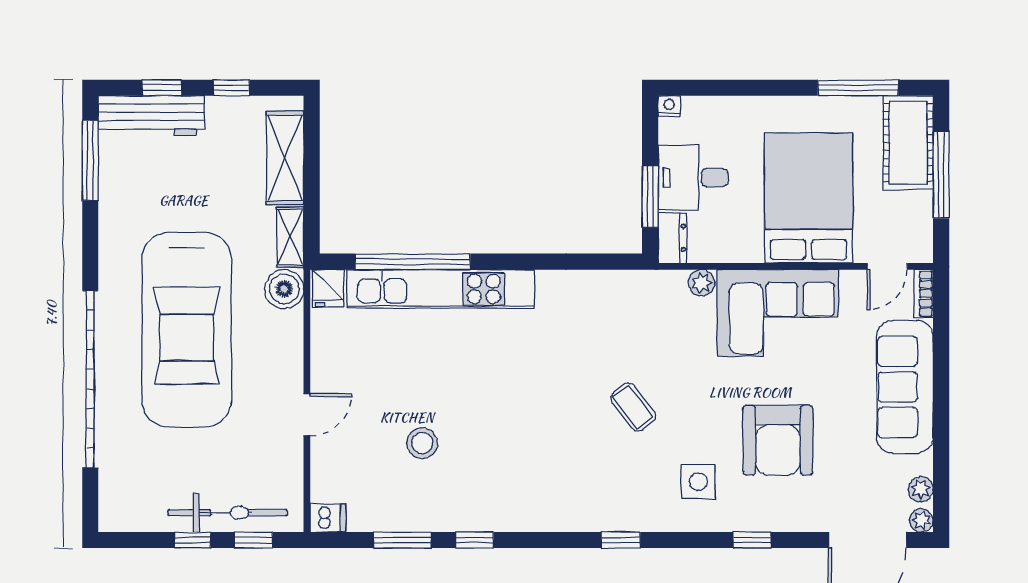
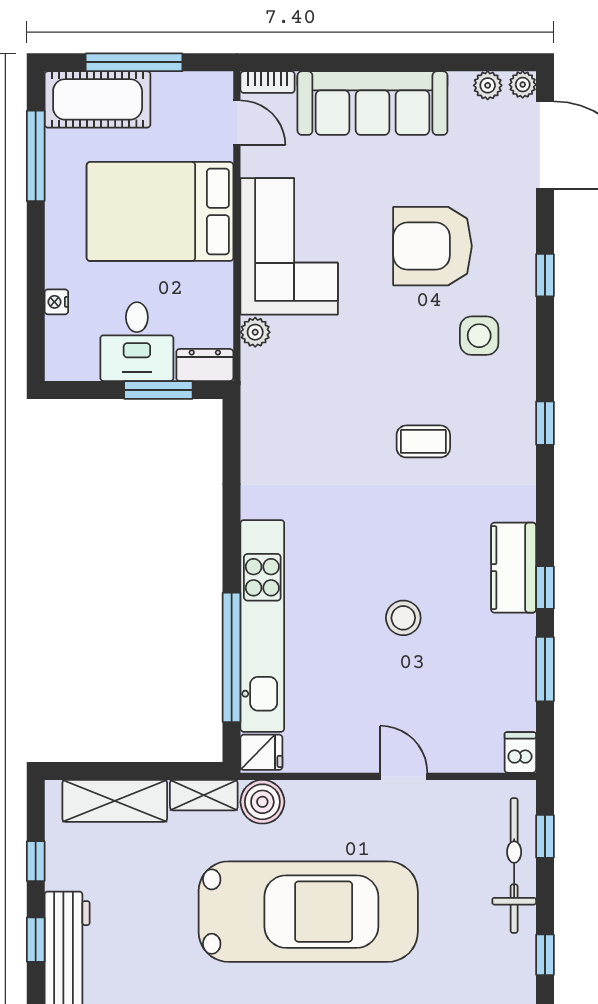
nightstand: (669, 106) -> (56, 302), moved
coffee table: (633, 407) -> (423, 441), moved, turned 38
armchair: (778, 440) -> (433, 246), turned 180
stool: (422, 443) -> (403, 618), moved
kitchen counter: (492, 512) -> (514, 568), added
window: (193, 540) -> (545, 955), moved

